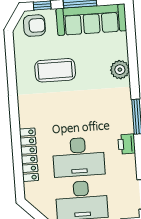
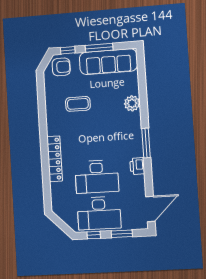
coffee table: (55, 70) -> (78, 104), width x0.73, depth x0.76
locker: (29, 155) -> (55, 159), moved

